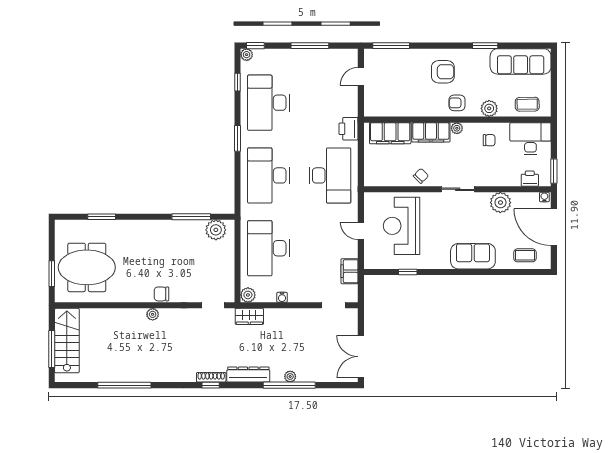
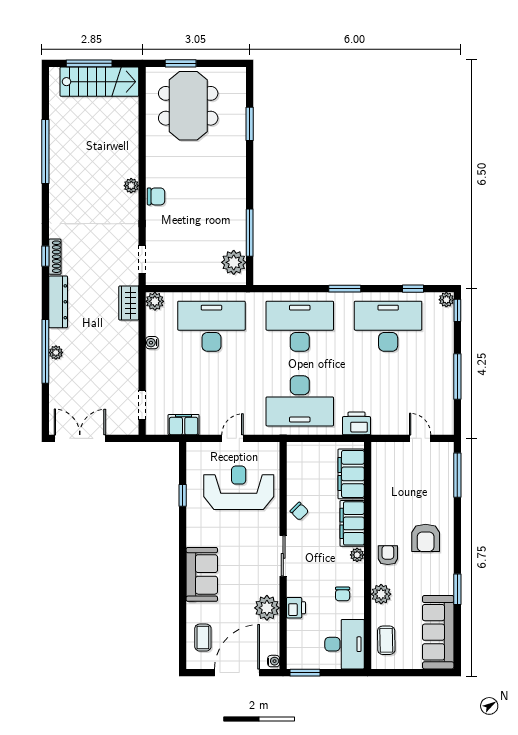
printer: (530, 179) -> (296, 608), moved
chair: (162, 294) -> (156, 196), turned 90

